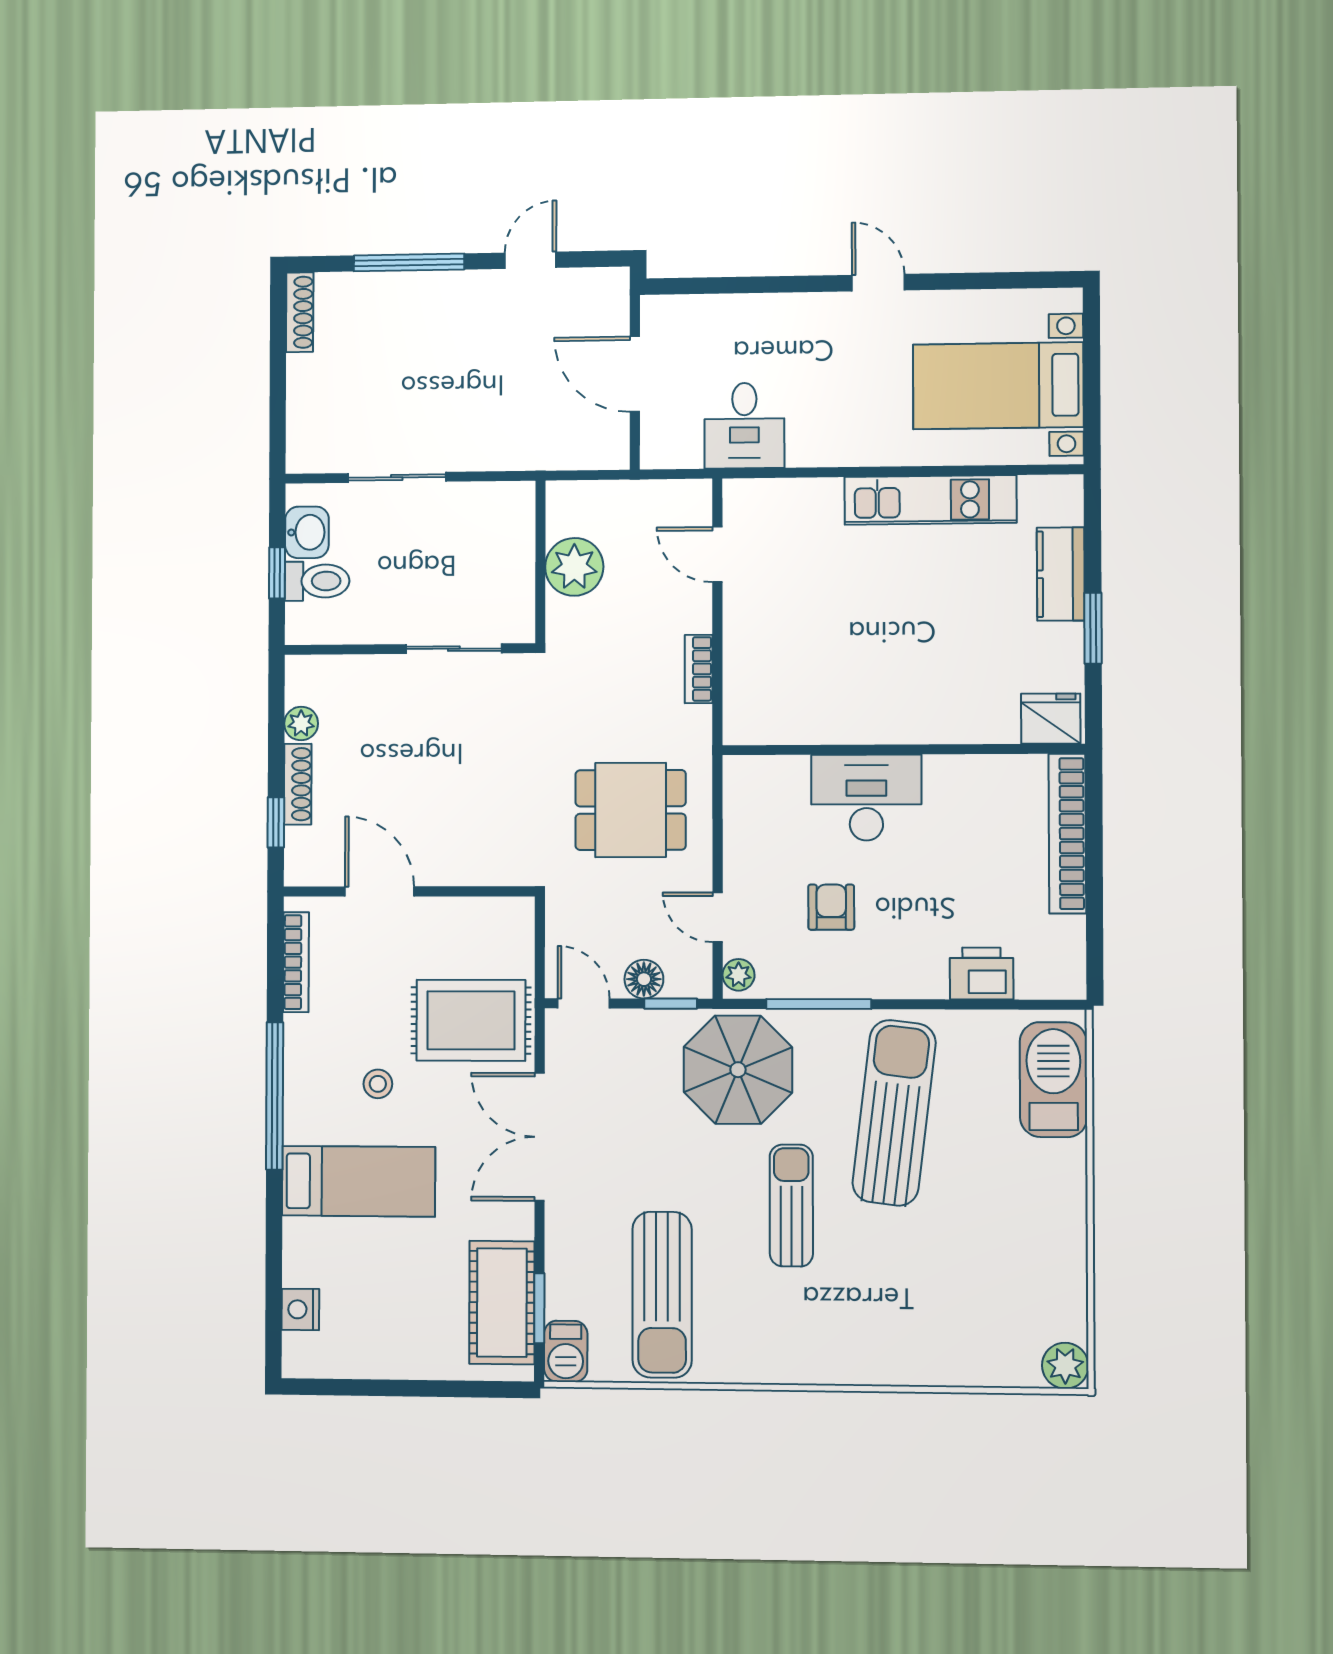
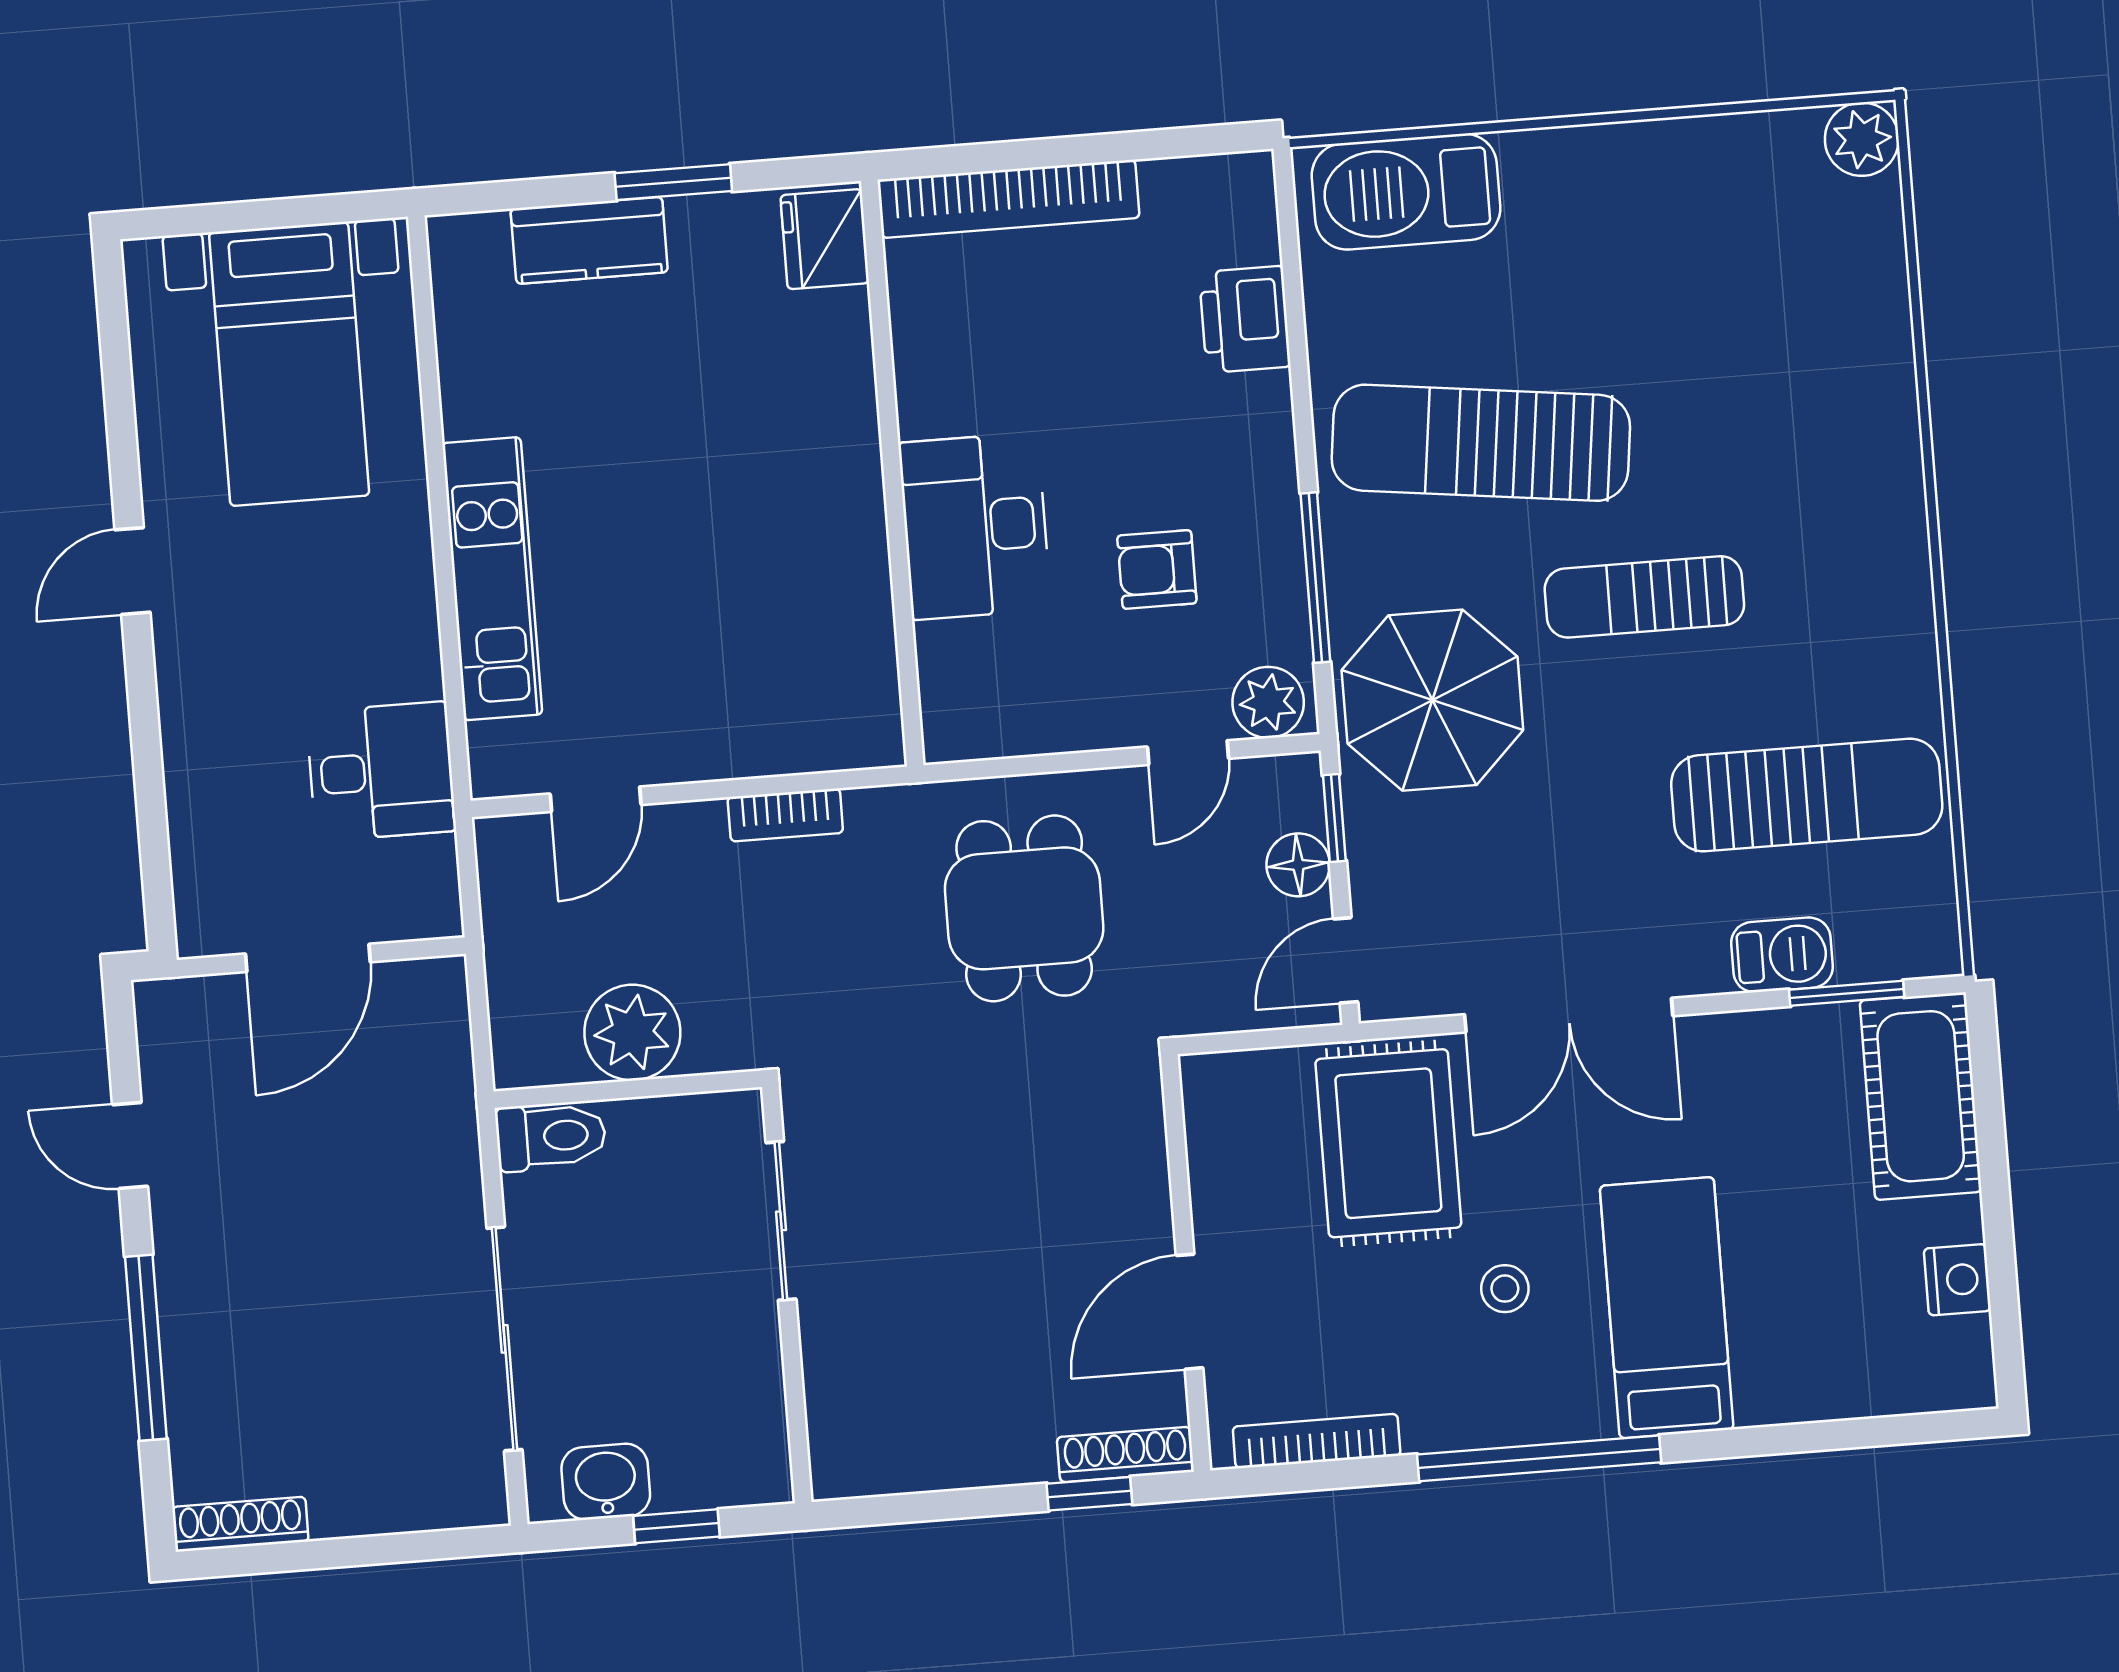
sliding door: (397, 477) -> (505, 1339), width x1.37
kitchen unit: (930, 500) -> (492, 579), moved
toilet: (317, 581) -> (551, 1136), moved, turned 90
plant: (301, 723) -> (923, 1465), removed
shoe rack: (298, 784) -> (1125, 1454), moved
plant: (739, 975) -> (1268, 702), width x1.38, depth x1.38
cot: (502, 1303) -> (1921, 1096), moved, turned 90
nightstand: (300, 1309) -> (1957, 1280), moved, turned -90
barbecue: (566, 1351) -> (1782, 955), moved

